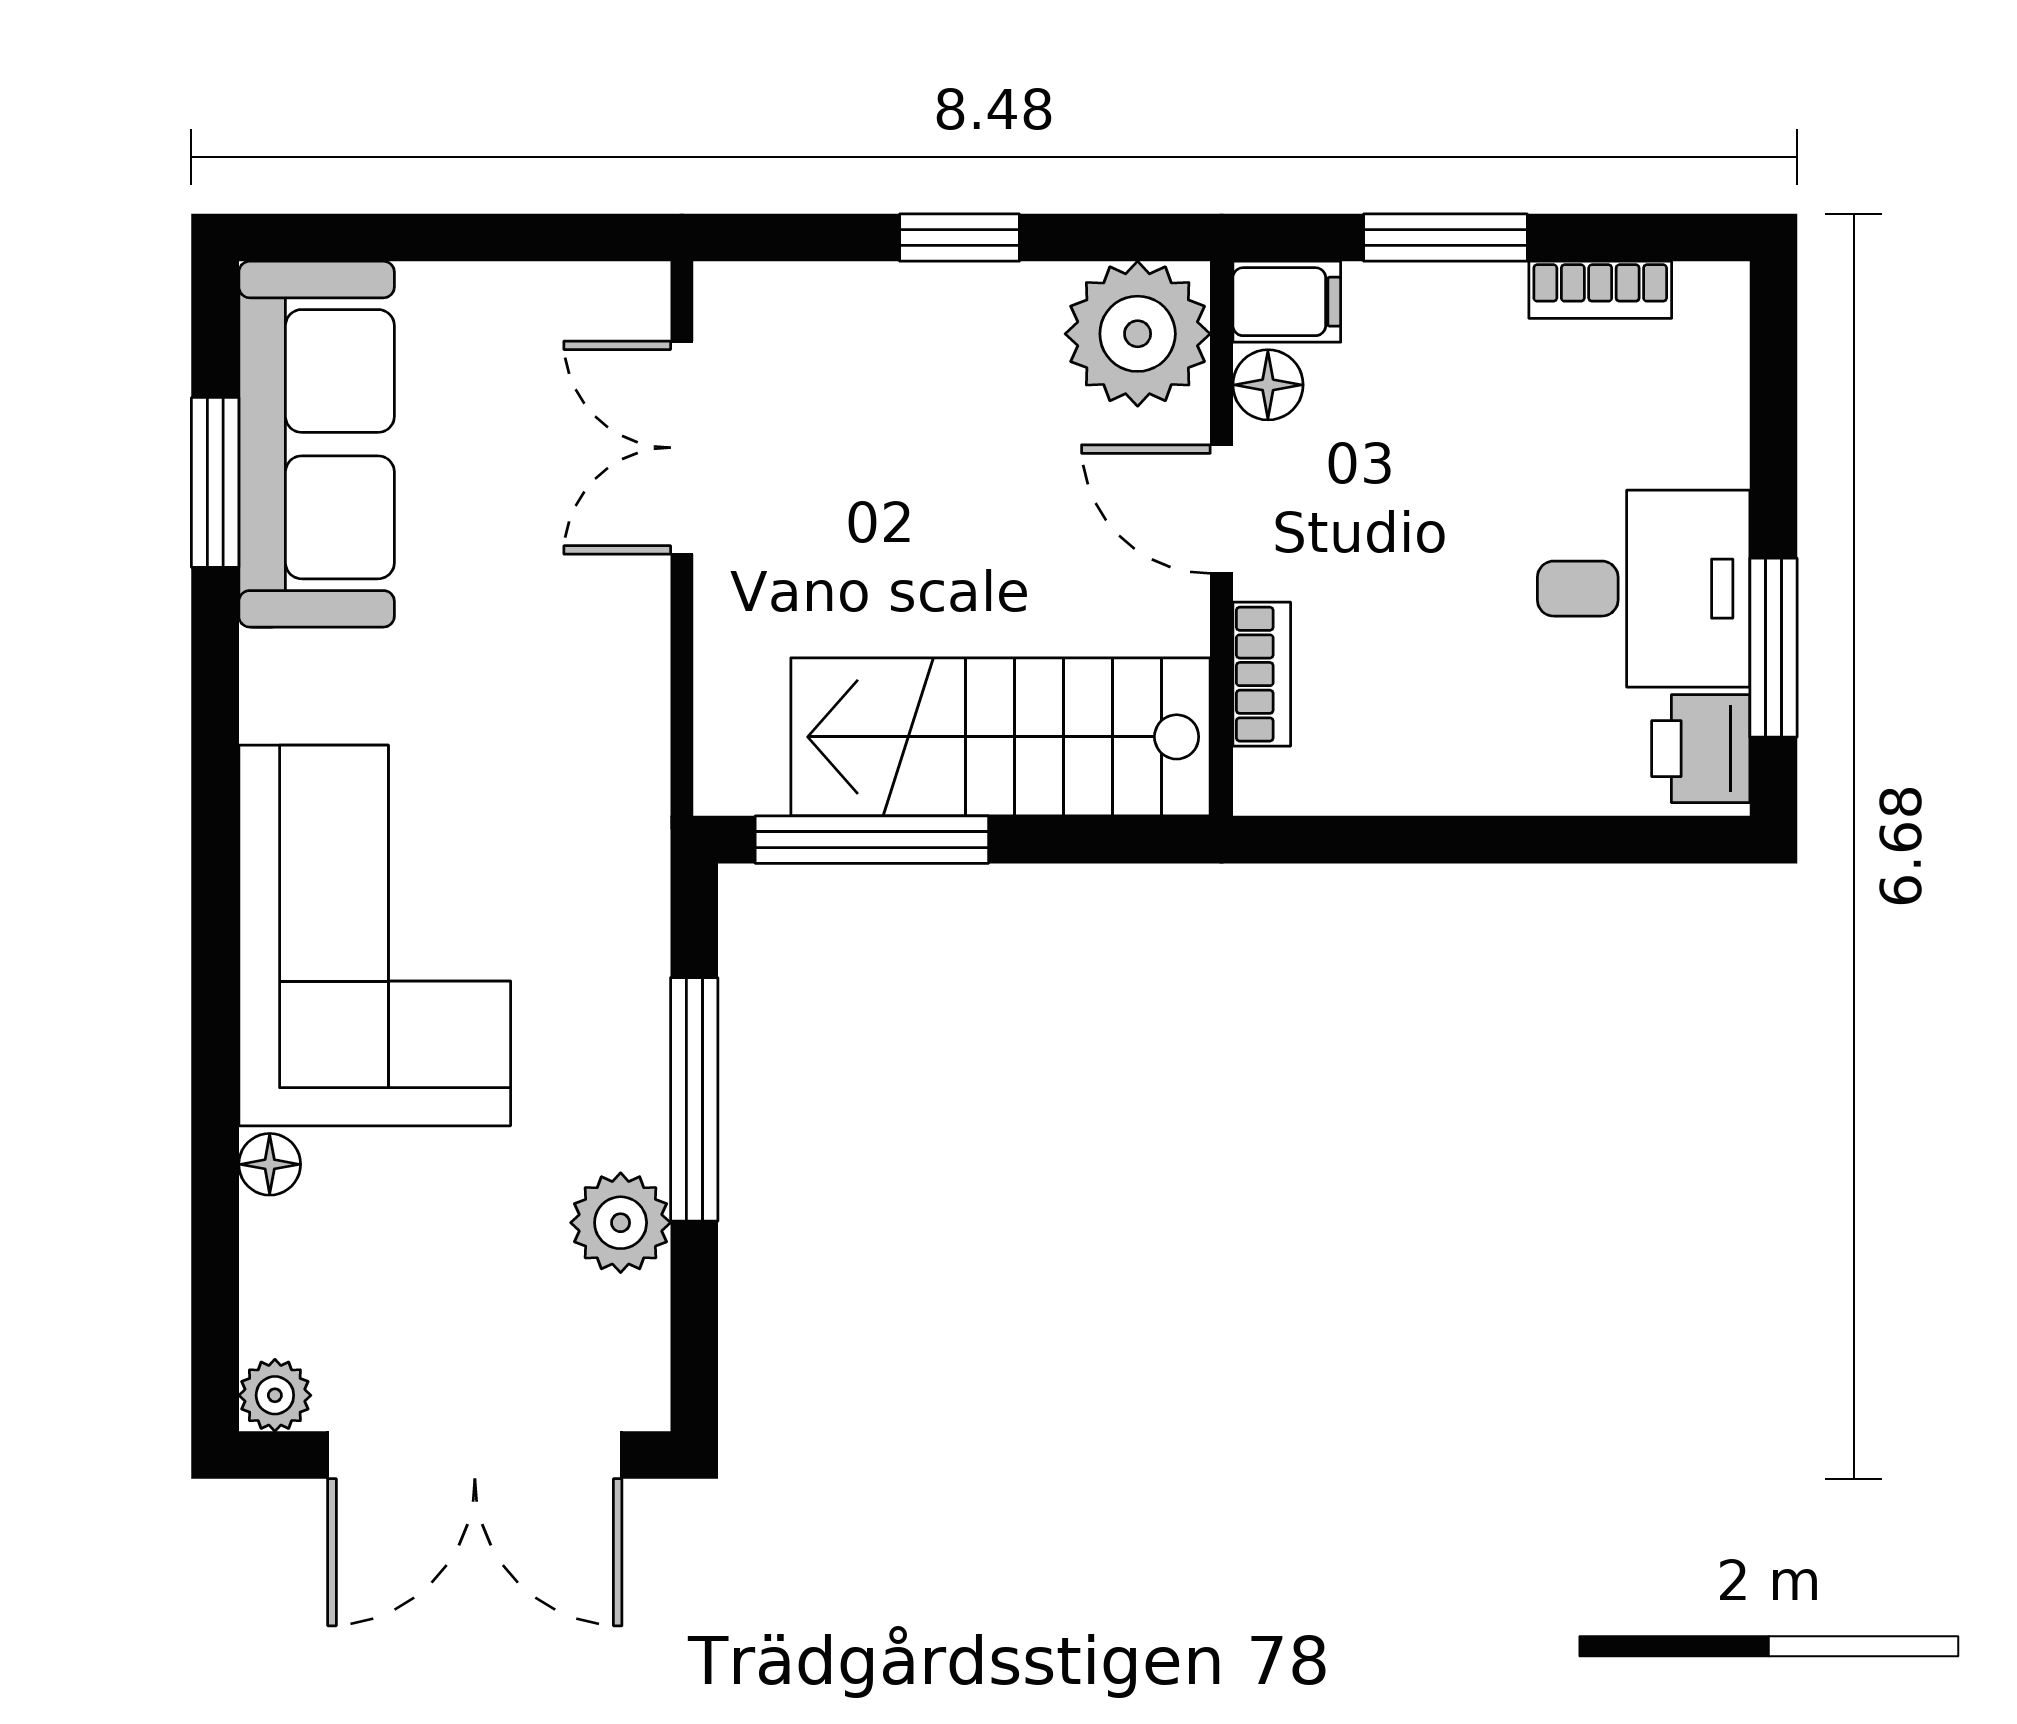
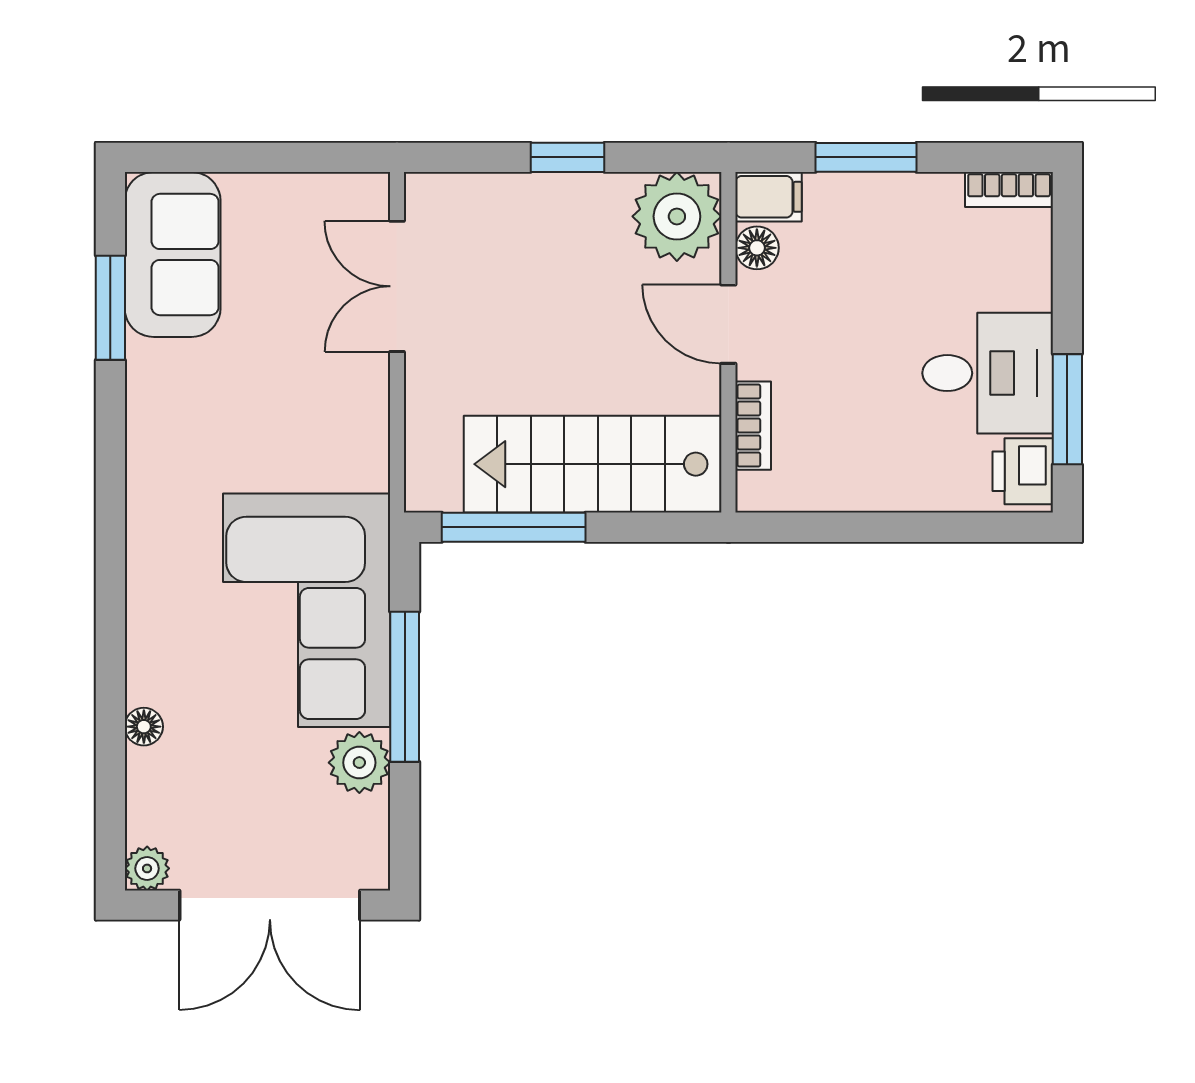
bookcase: (1600, 290) -> (1009, 189), moved
sofa: (317, 444) -> (173, 255), width x0.73
corner sofa: (375, 935) -> (307, 610), moved, turned 180

